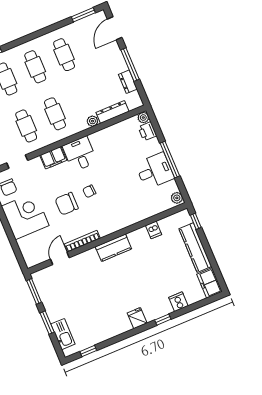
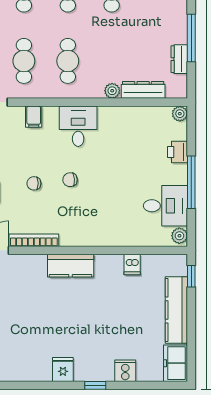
printer: (147, 131) -> (178, 152), moved
filing cabinet: (53, 158) -> (34, 117), width x0.50
desk: (155, 171) -> (165, 206), moved
chair: (67, 204) -> (34, 183), width x0.54, depth x0.54

